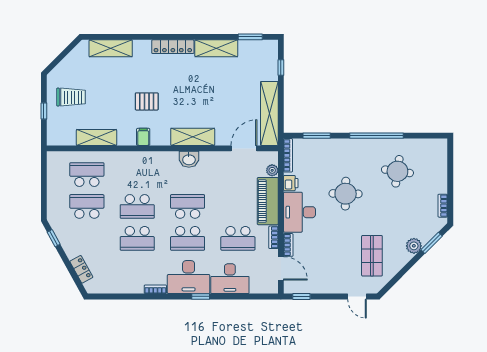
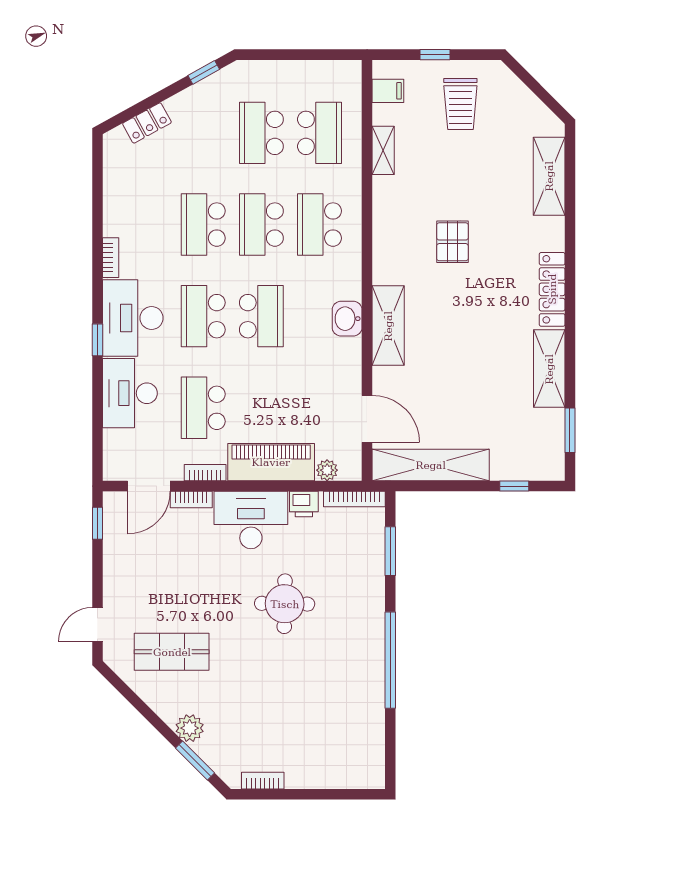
shelving: (96, 137) -> (383, 150), width x0.67, depth x0.75
filing cabinet: (143, 137) -> (388, 91), moved
round table: (397, 171) -> (325, 698), removed
school desk: (137, 175) -> (319, 225), added
school desk: (87, 206) -> (261, 133), turned 180

